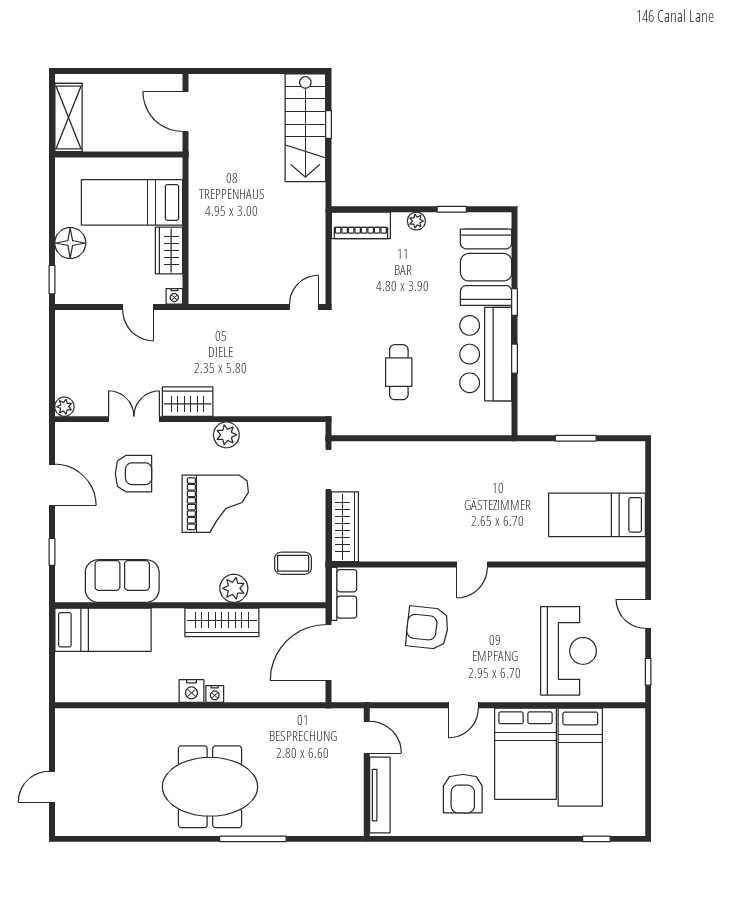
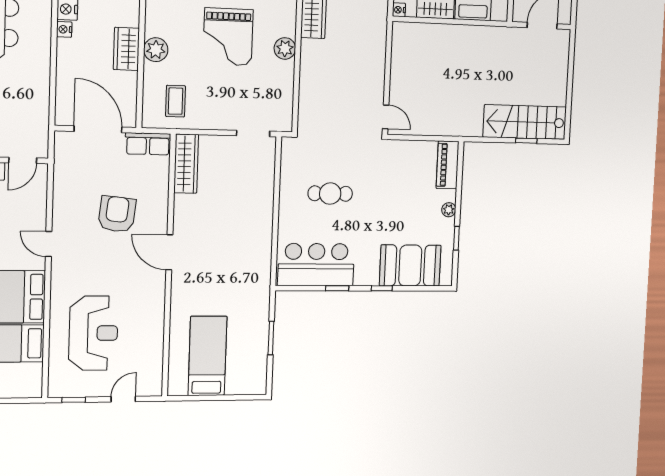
bar counter: (486, 354) -> (316, 265), moved
wardrobe: (345, 527) -> (186, 164), moved, turned -90
door: (472, 565) -> (169, 252), width x1.38
wardrobe: (222, 622) -> (126, 49), width x0.67
reception desk: (569, 651) -> (93, 333), turned -90

